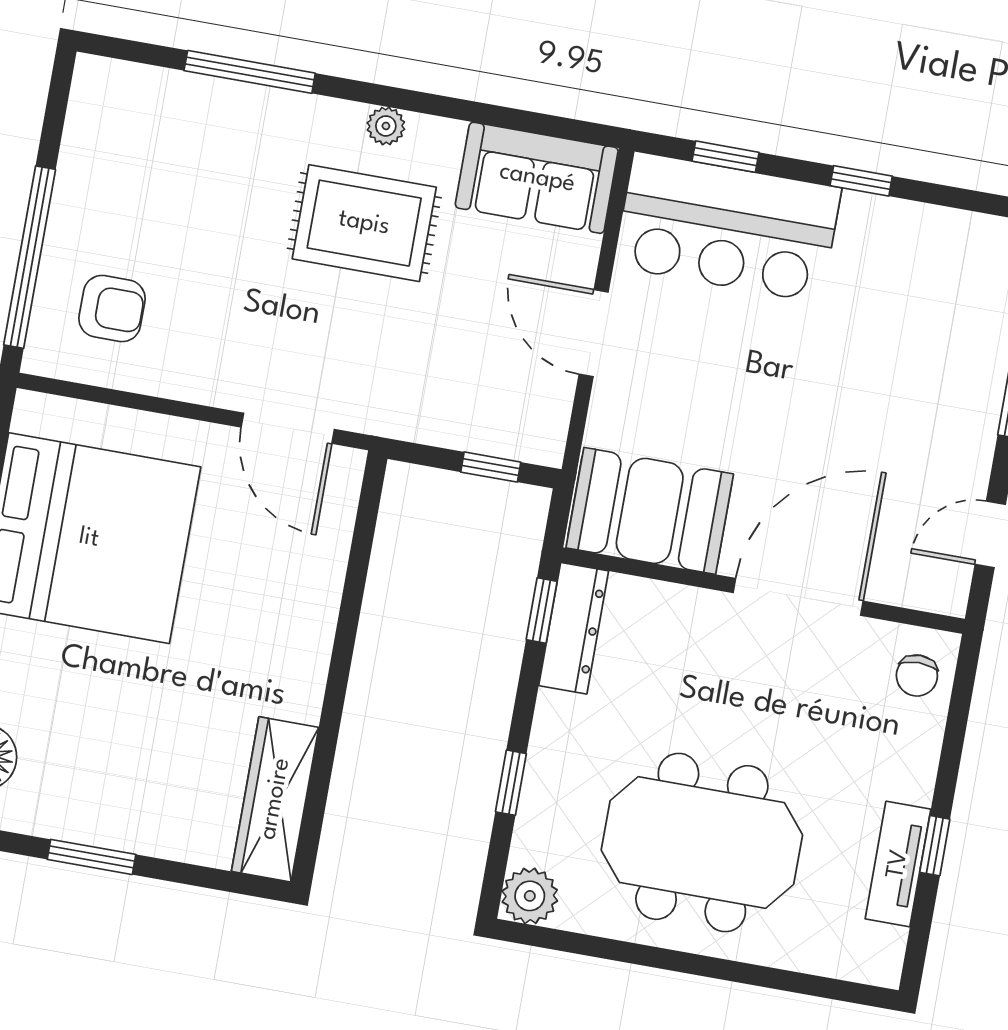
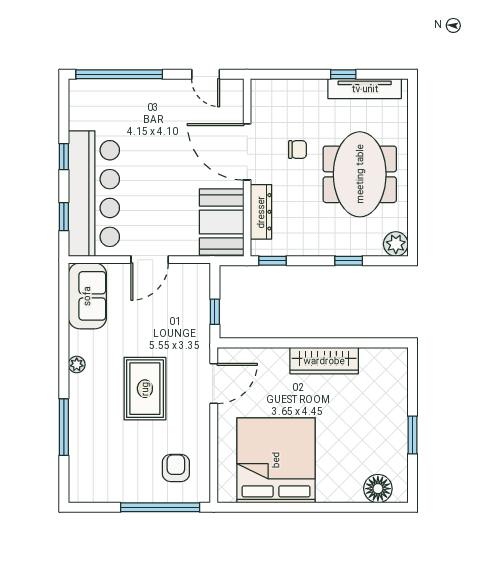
rug: (364, 223) -> (145, 389), moved
bar counter: (728, 227) -> (94, 194), width x1.36
window: (491, 467) -> (215, 312), moved
dresser: (574, 628) -> (261, 212), moved, turned 90
chair: (917, 676) -> (297, 150), moved
wardrobe: (275, 799) -> (324, 361), moved
tv unit: (898, 864) -> (365, 89), width x1.41

